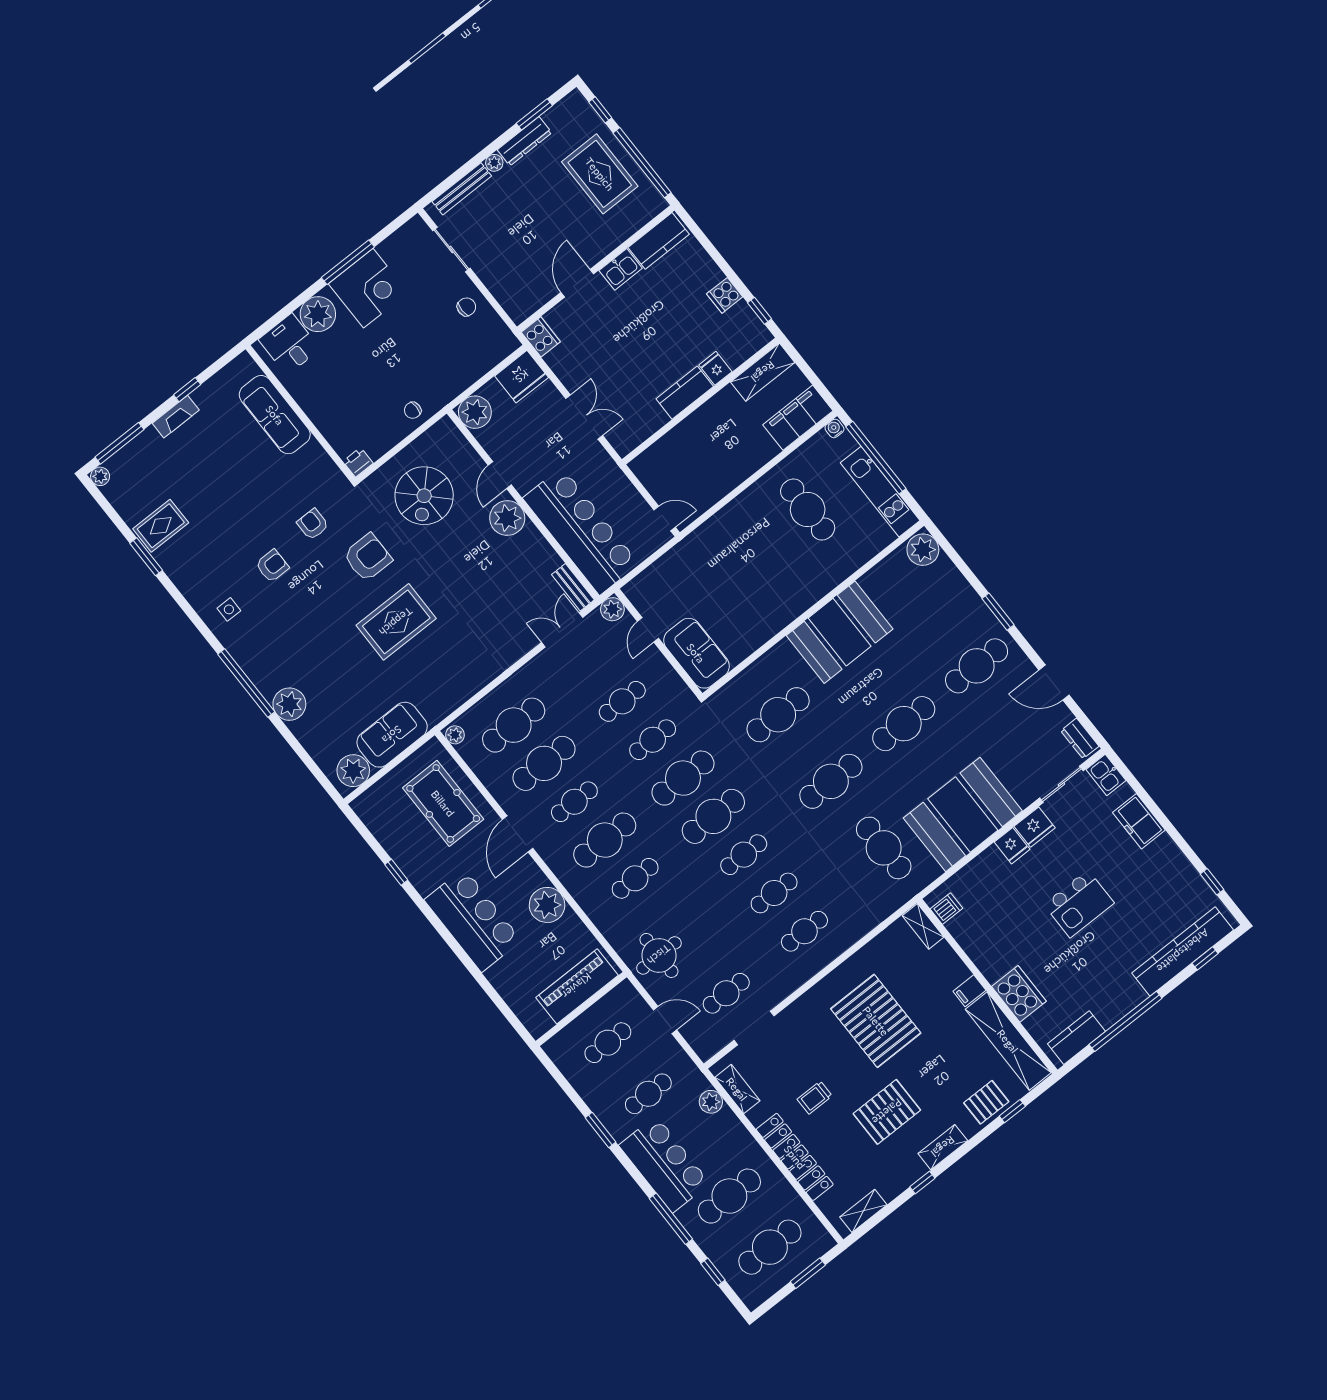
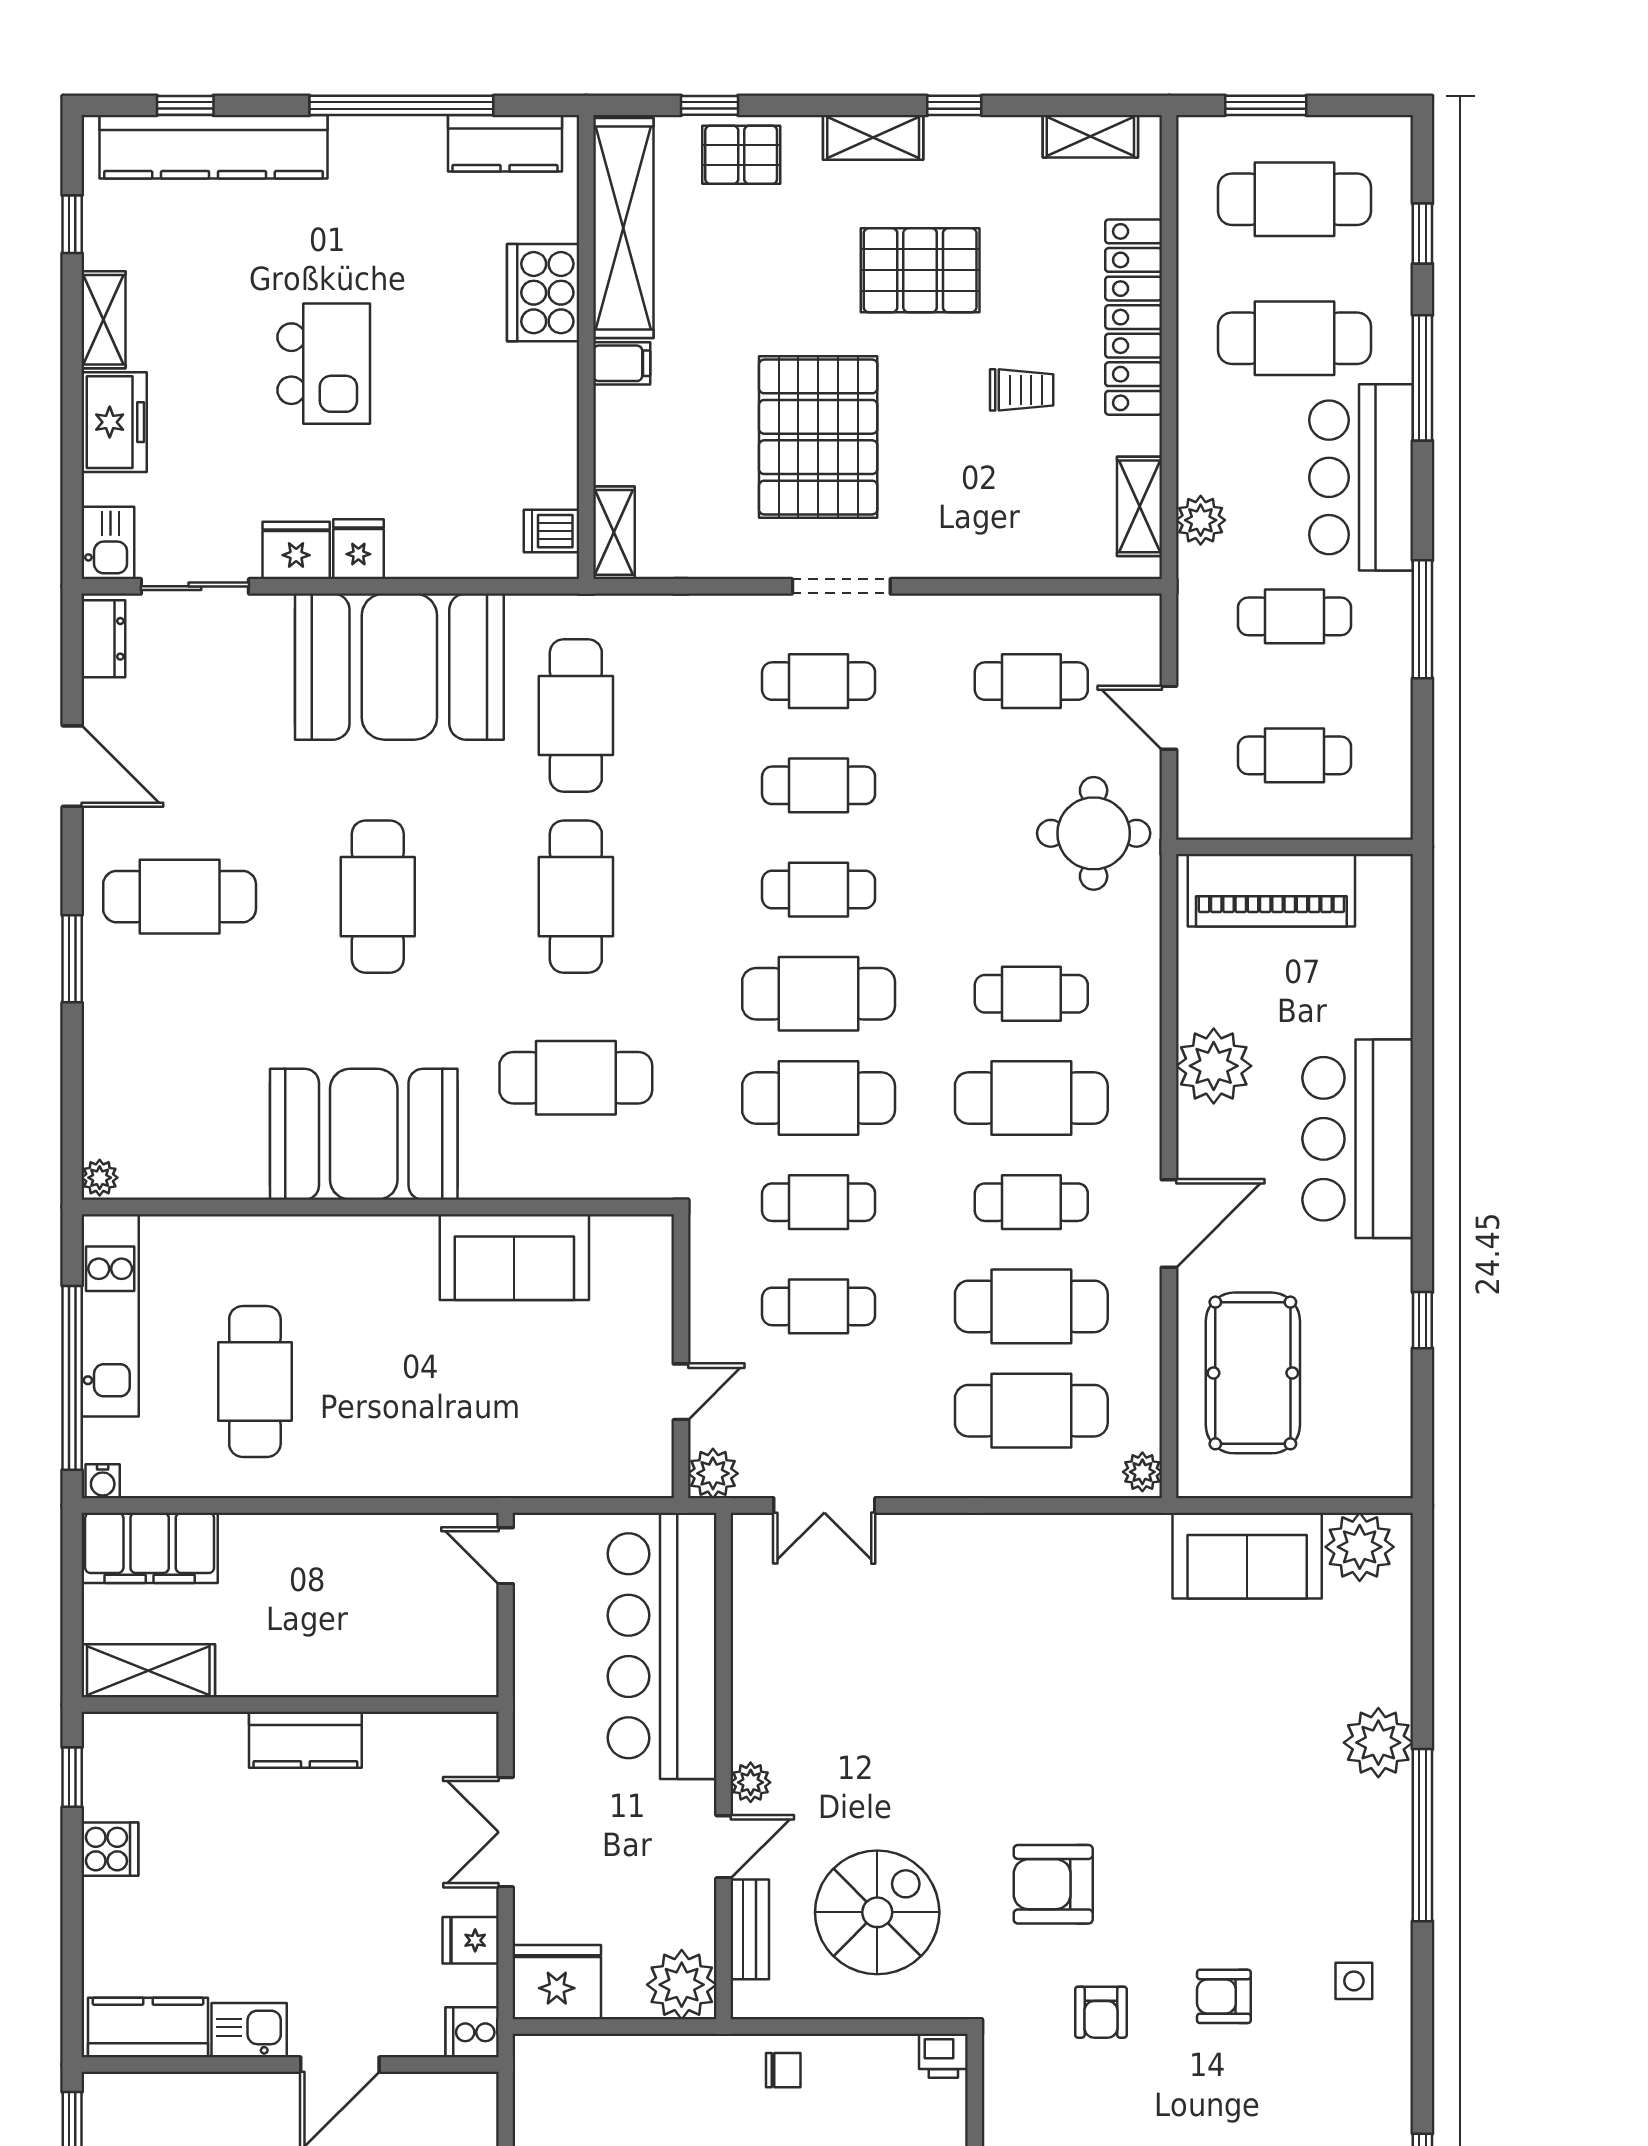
cooker: (541, 337) -> (472, 2032), width x0.73
fridge: (715, 368) -> (471, 1940), moved, turned 90
plant: (507, 518) -> (751, 1782), width x0.53, depth x0.53
plant: (923, 550) -> (100, 1178), width x0.53, depth x0.53
bench: (573, 587) -> (750, 1929), moved
rug: (396, 622) -> (1091, 1738), removed
sofa: (696, 653) -> (514, 1257), moved, turned -90
cafe table: (904, 724) -> (378, 897), turned 90
cafe table: (831, 781) -> (576, 897), turned 90
shelving: (1173, 856) -> (103, 320), added
kitchen island: (1079, 904) -> (324, 364), turned 90
doorway: (754, 1028) -> (841, 586), moved
window: (600, 1130) -> (1422, 619), width x1.44

